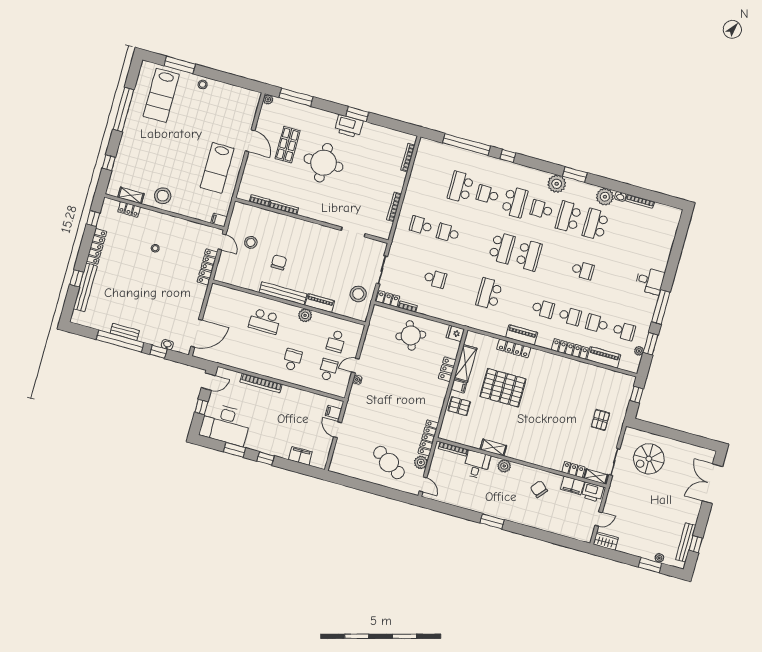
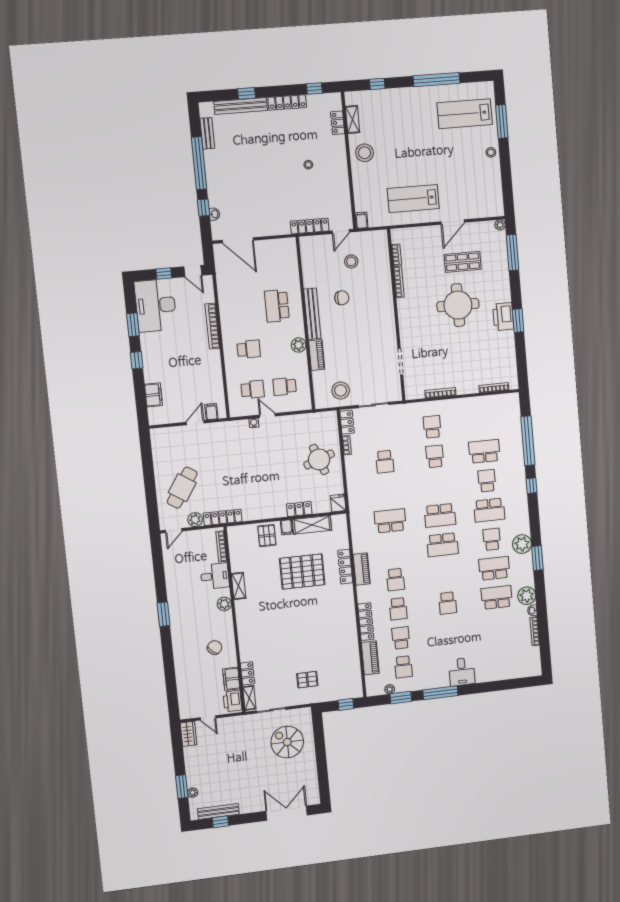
bench: (125, 332) -> (207, 133), moved
pallet: (503, 388) -> (302, 572), turned 90

